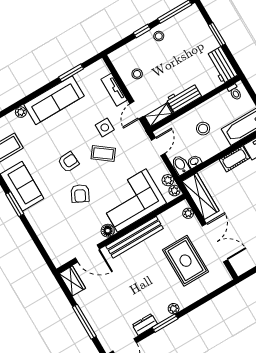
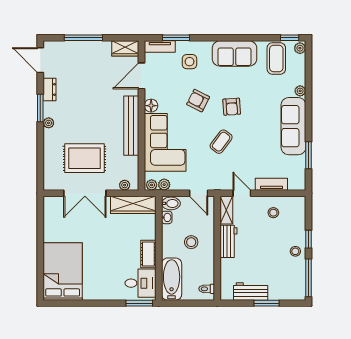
workbench: (222, 65) -> (251, 291), moved
side table: (105, 127) -> (190, 62), moved
window: (15, 204) -> (176, 38), moved
tv unit: (53, 253) -> (160, 47), added

